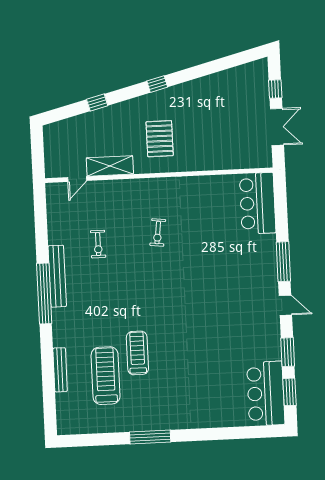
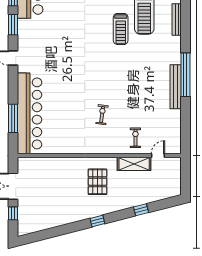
bar counter: (258, 203) -> (30, 113), width x1.86
exercise bike: (98, 244) -> (135, 138), moved
window: (283, 262) -> (13, 118), moved

